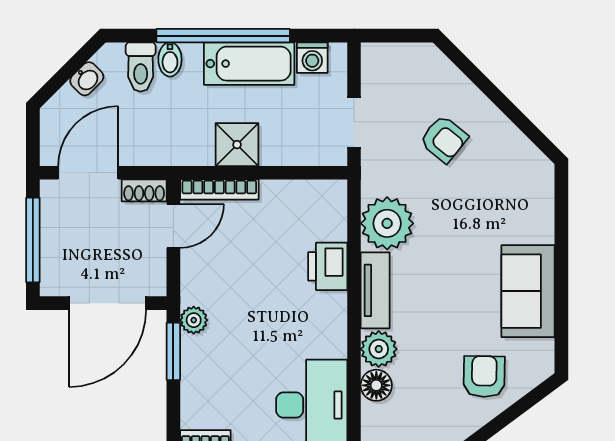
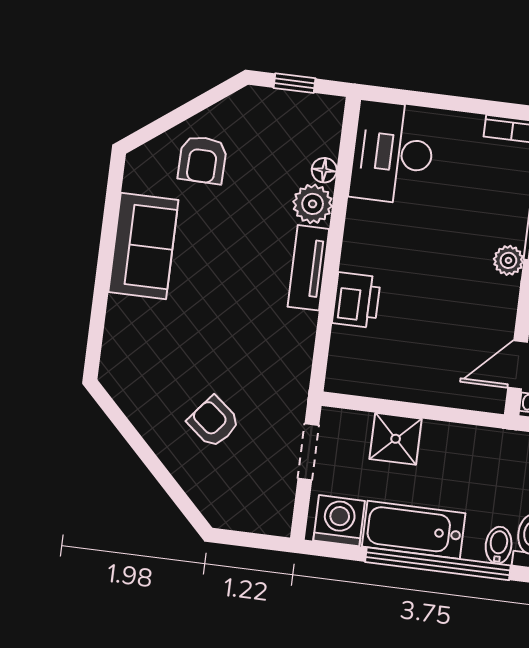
washing machine: (312, 58) -> (339, 521), width x1.38, depth x1.38
shower: (237, 145) -> (396, 439), moved
bookcase: (219, 189) -> (463, 398), removed
plant: (387, 223) -> (286, 339), removed
floor lamp: (376, 385) -> (324, 170), width x0.73, depth x0.73

